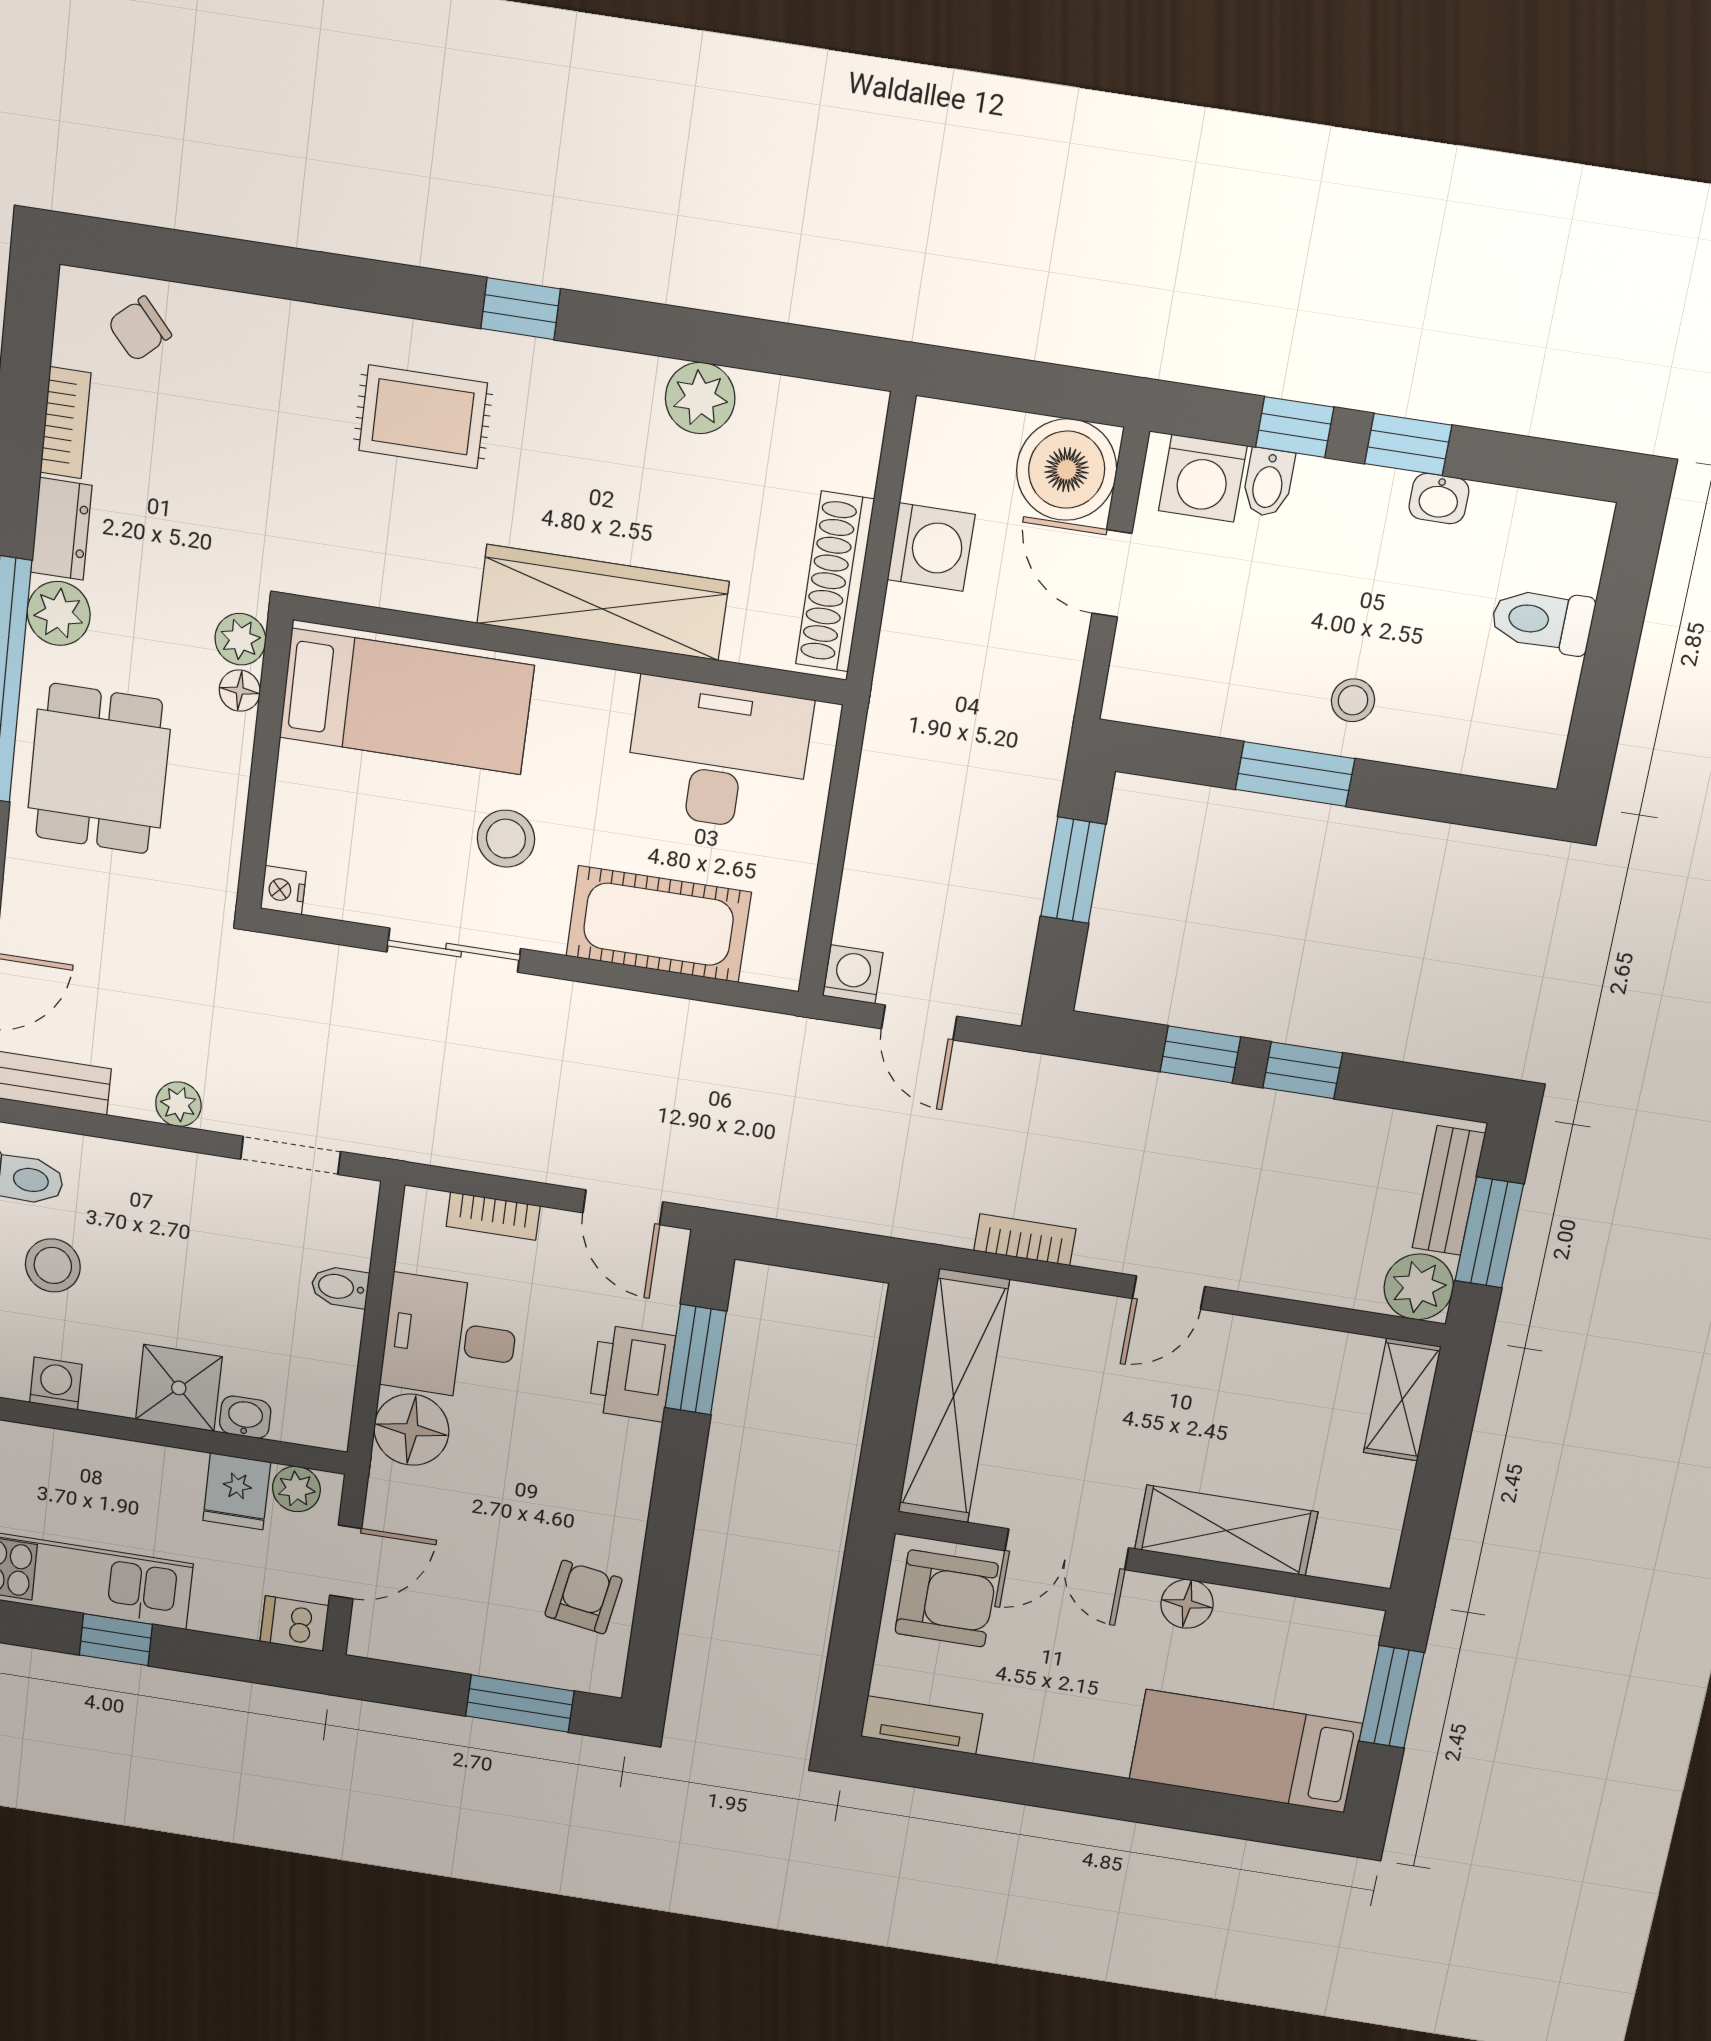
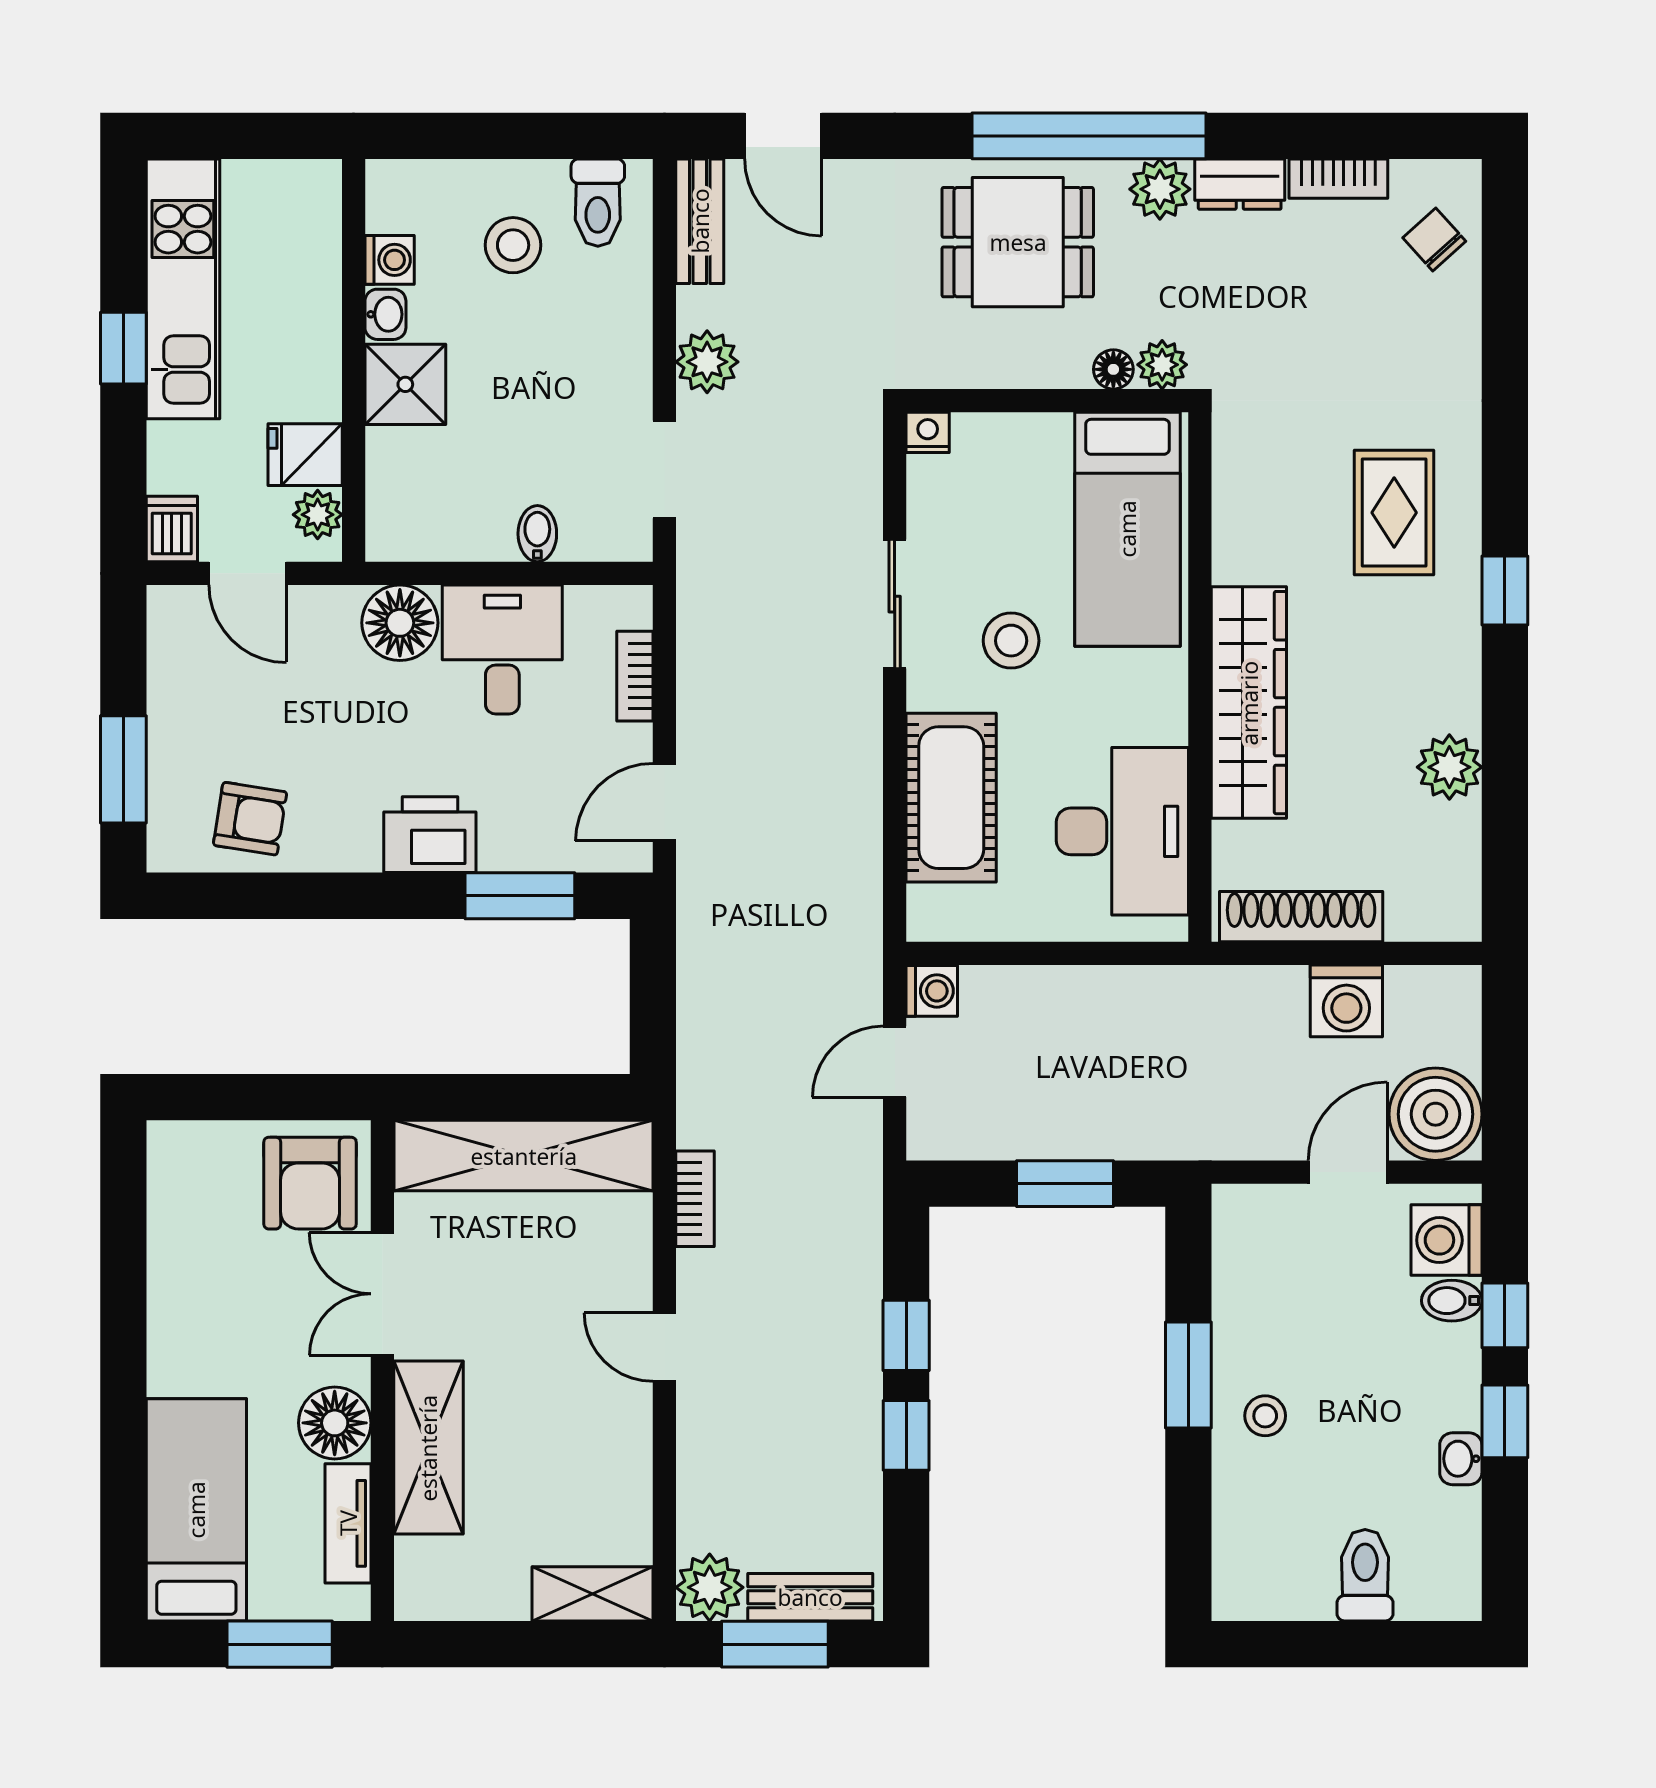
plant: (178, 1104) -> (707, 362), width x1.38, depth x1.38
printer: (632, 1373) -> (430, 835), moved
washbasin: (245, 1417) -> (385, 314), moved
floor lamp: (1187, 1604) -> (335, 1423), width x1.38, depth x1.38
tv unit: (922, 1725) -> (348, 1523), moved, turned 180

